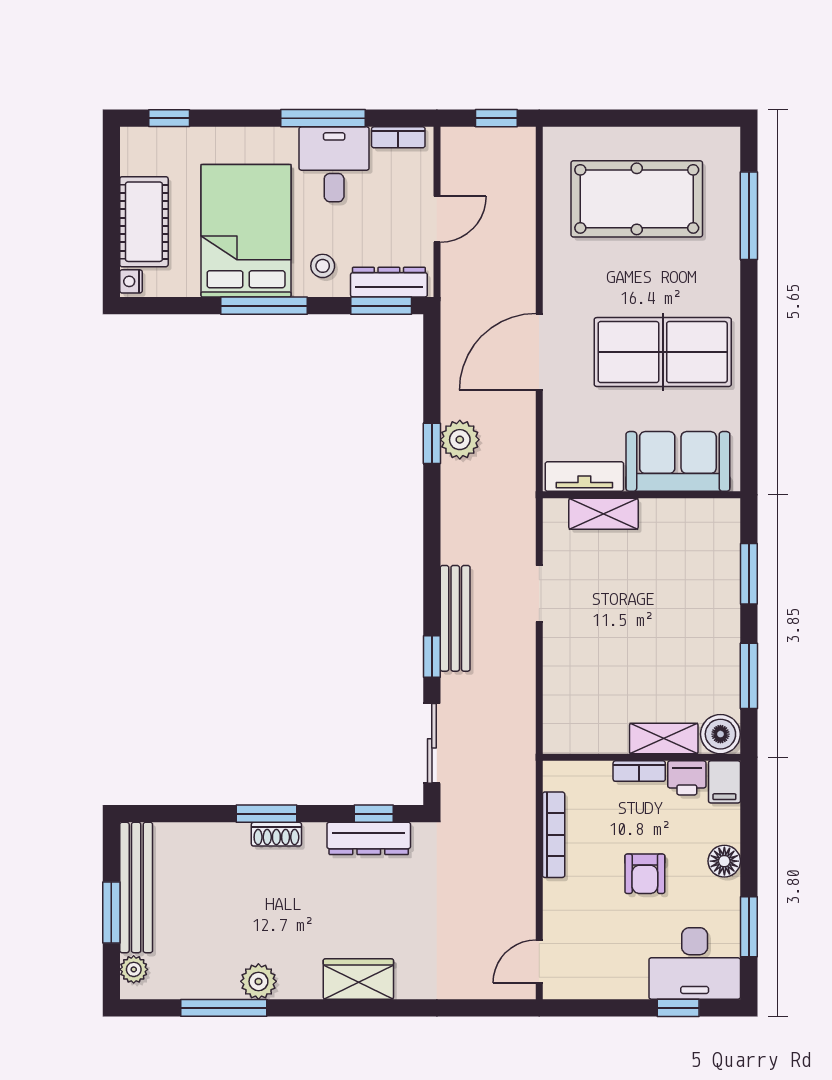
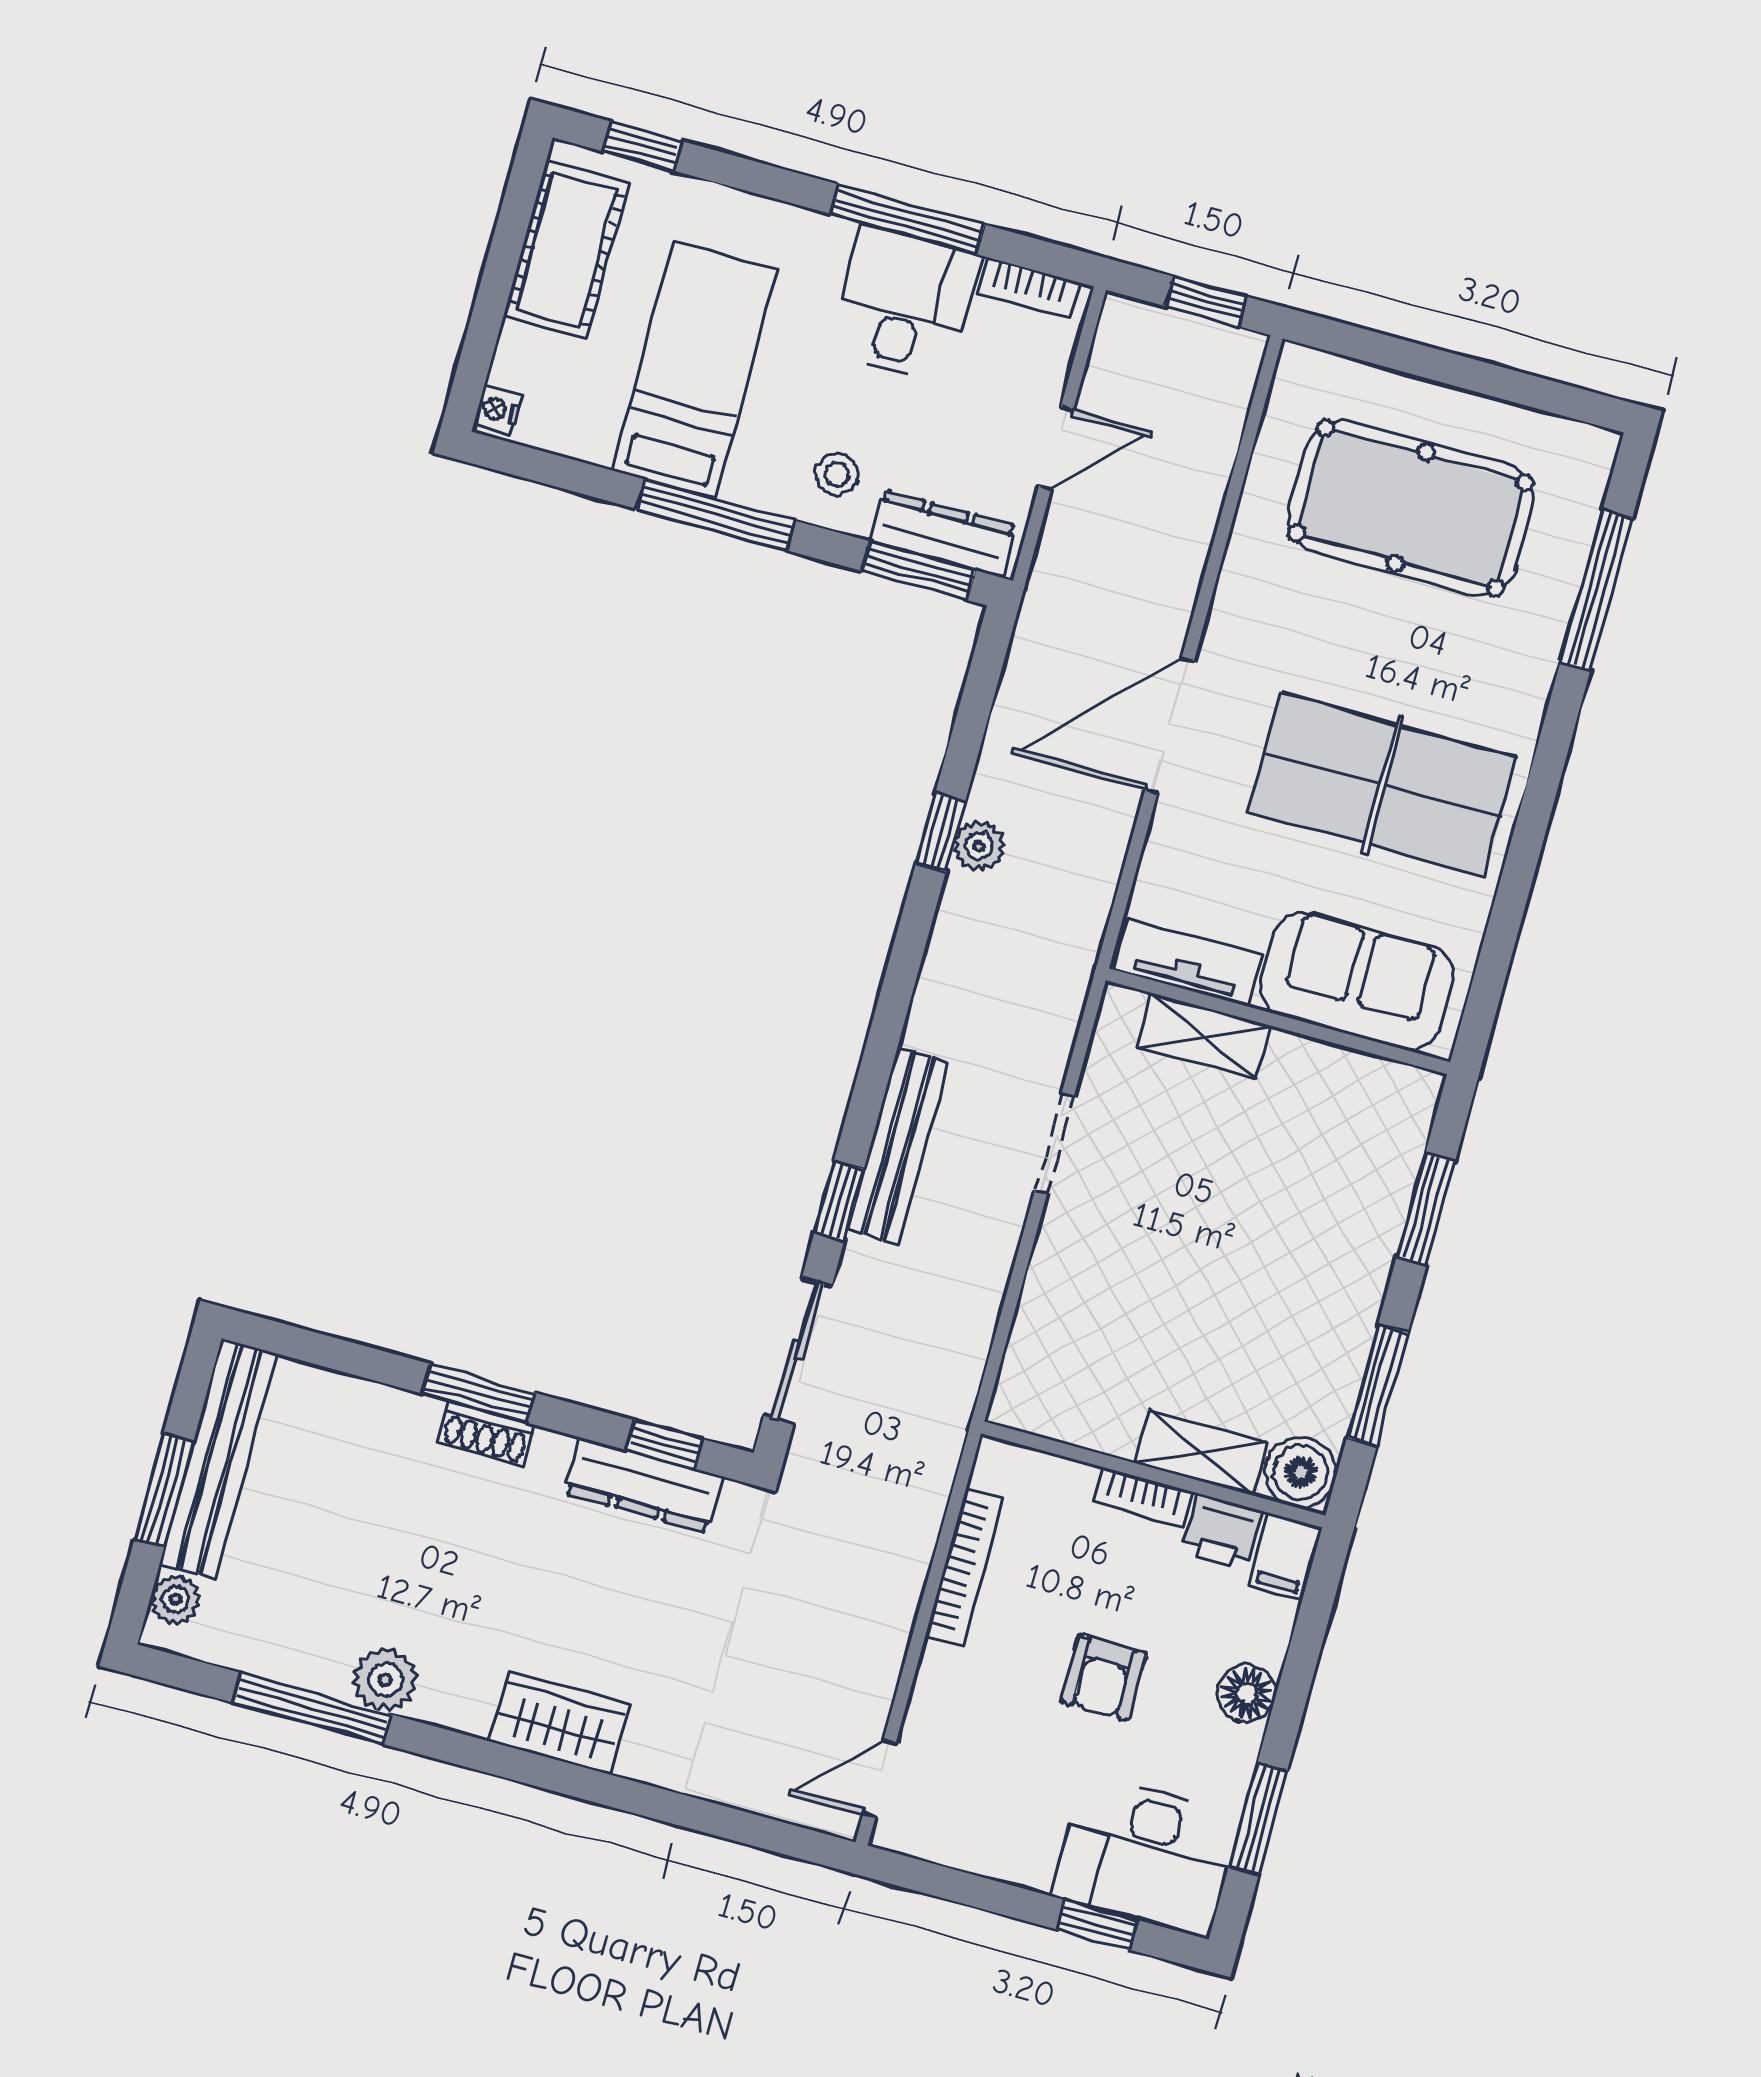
cot: (144, 222) -> (566, 250), moved
bed: (246, 231) -> (695, 370), width x0.67
plant: (460, 440) -> (979, 846), width x0.73, depth x0.73

